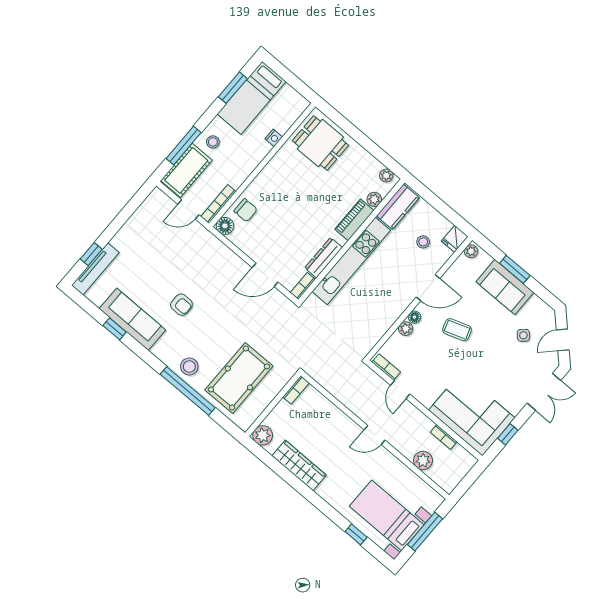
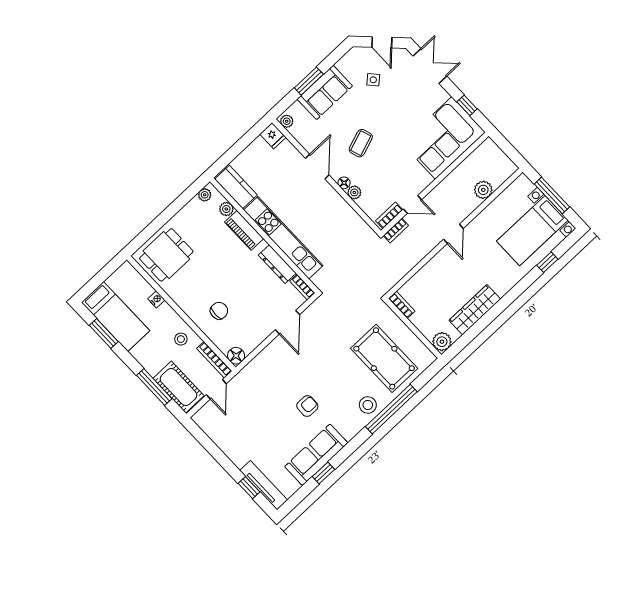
stool: (213, 142) -> (181, 339), moved
chair: (246, 210) -> (219, 311), moved
stool: (423, 242) -> (273, 166), removed
bookcase: (444, 437) -> (396, 230), moved

